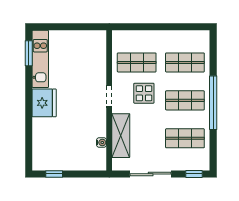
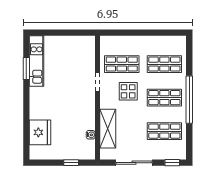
window: (29, 53) -> (26, 69), moved
doorway: (109, 96) -> (97, 82), moved
fridge: (44, 103) -> (40, 132), moved
window: (54, 174) -> (71, 163), moved

